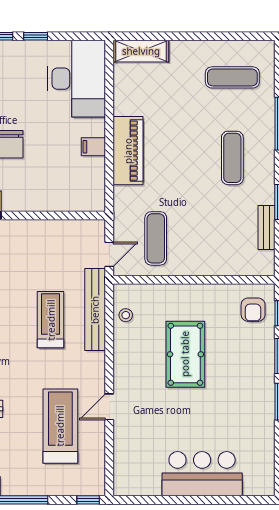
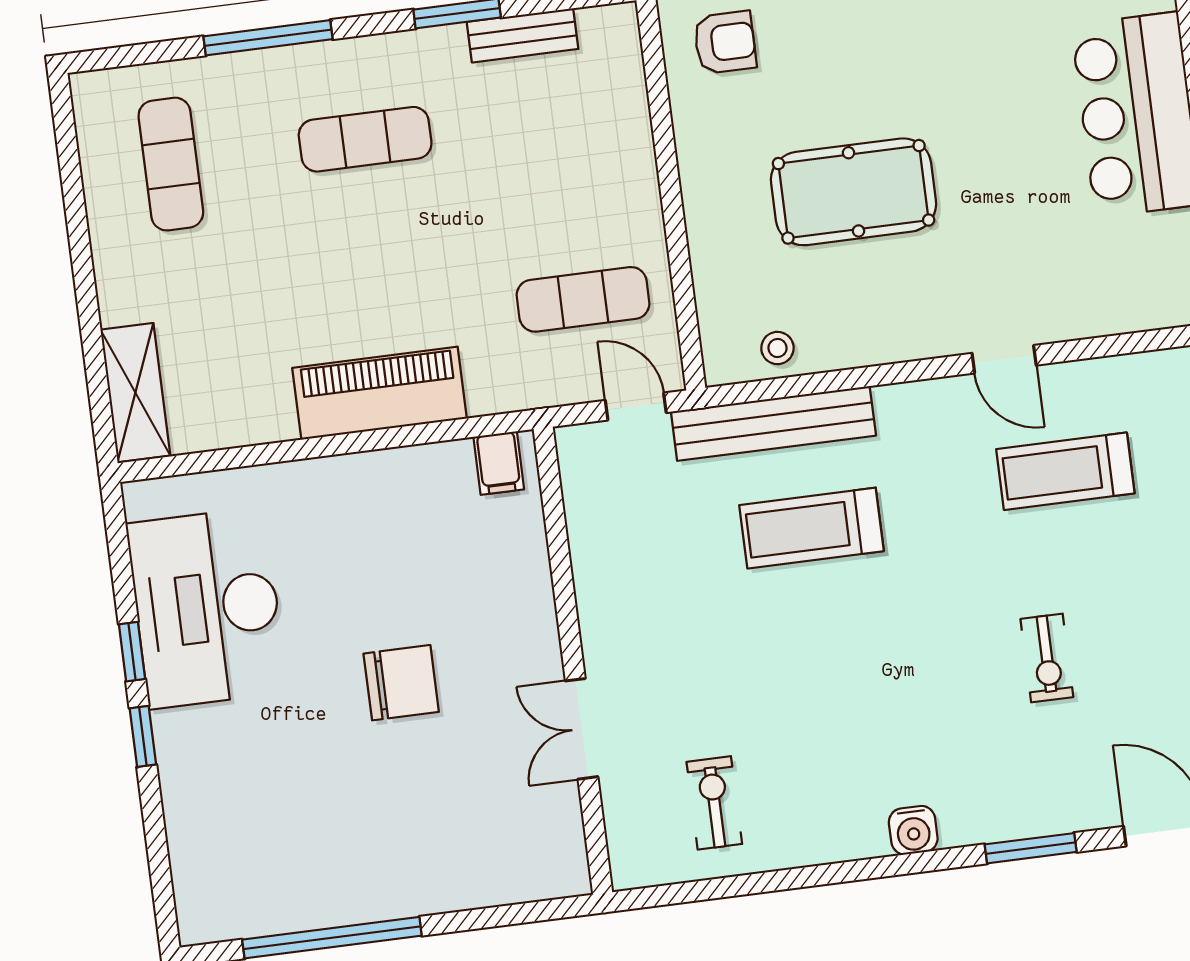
desk: (76, 79) -> (207, 608), moved, turned -90
filing cabinet: (93, 147) -> (499, 463), moved
treadmill: (60, 426) -> (1065, 471), width x0.73, depth x0.73

